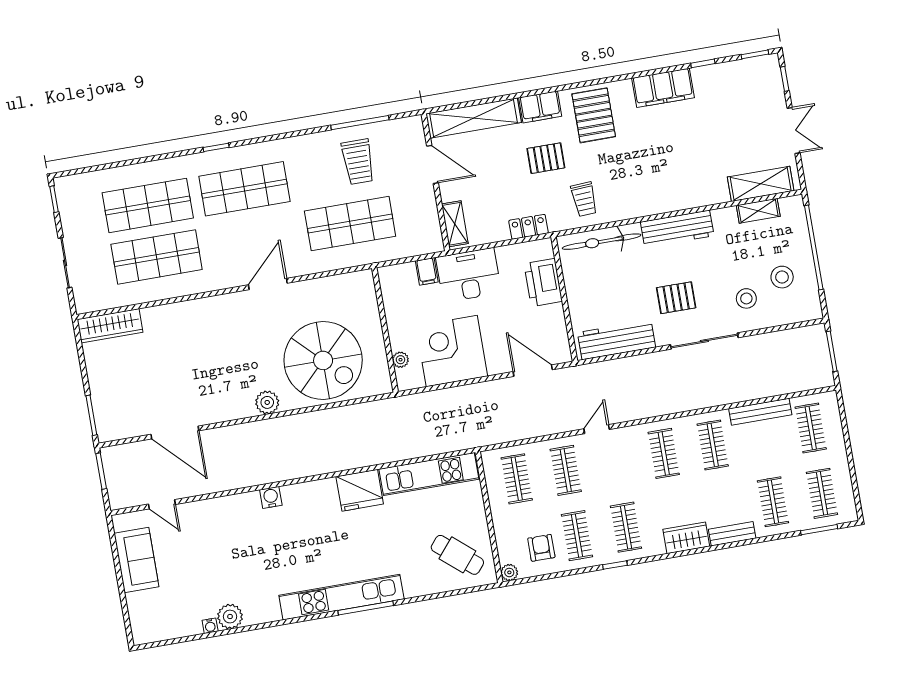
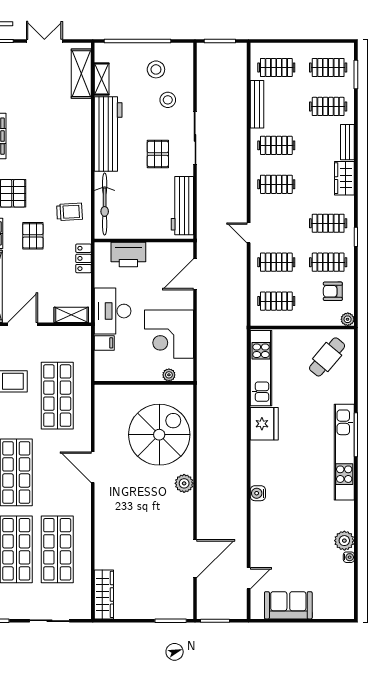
workbench: (677, 229) -> (108, 134), width x1.36, depth x1.32

